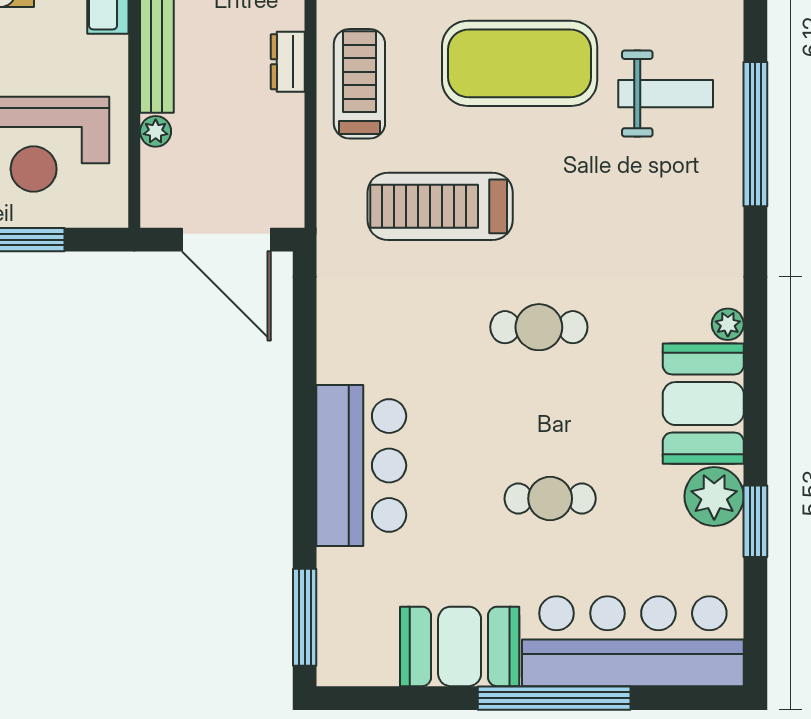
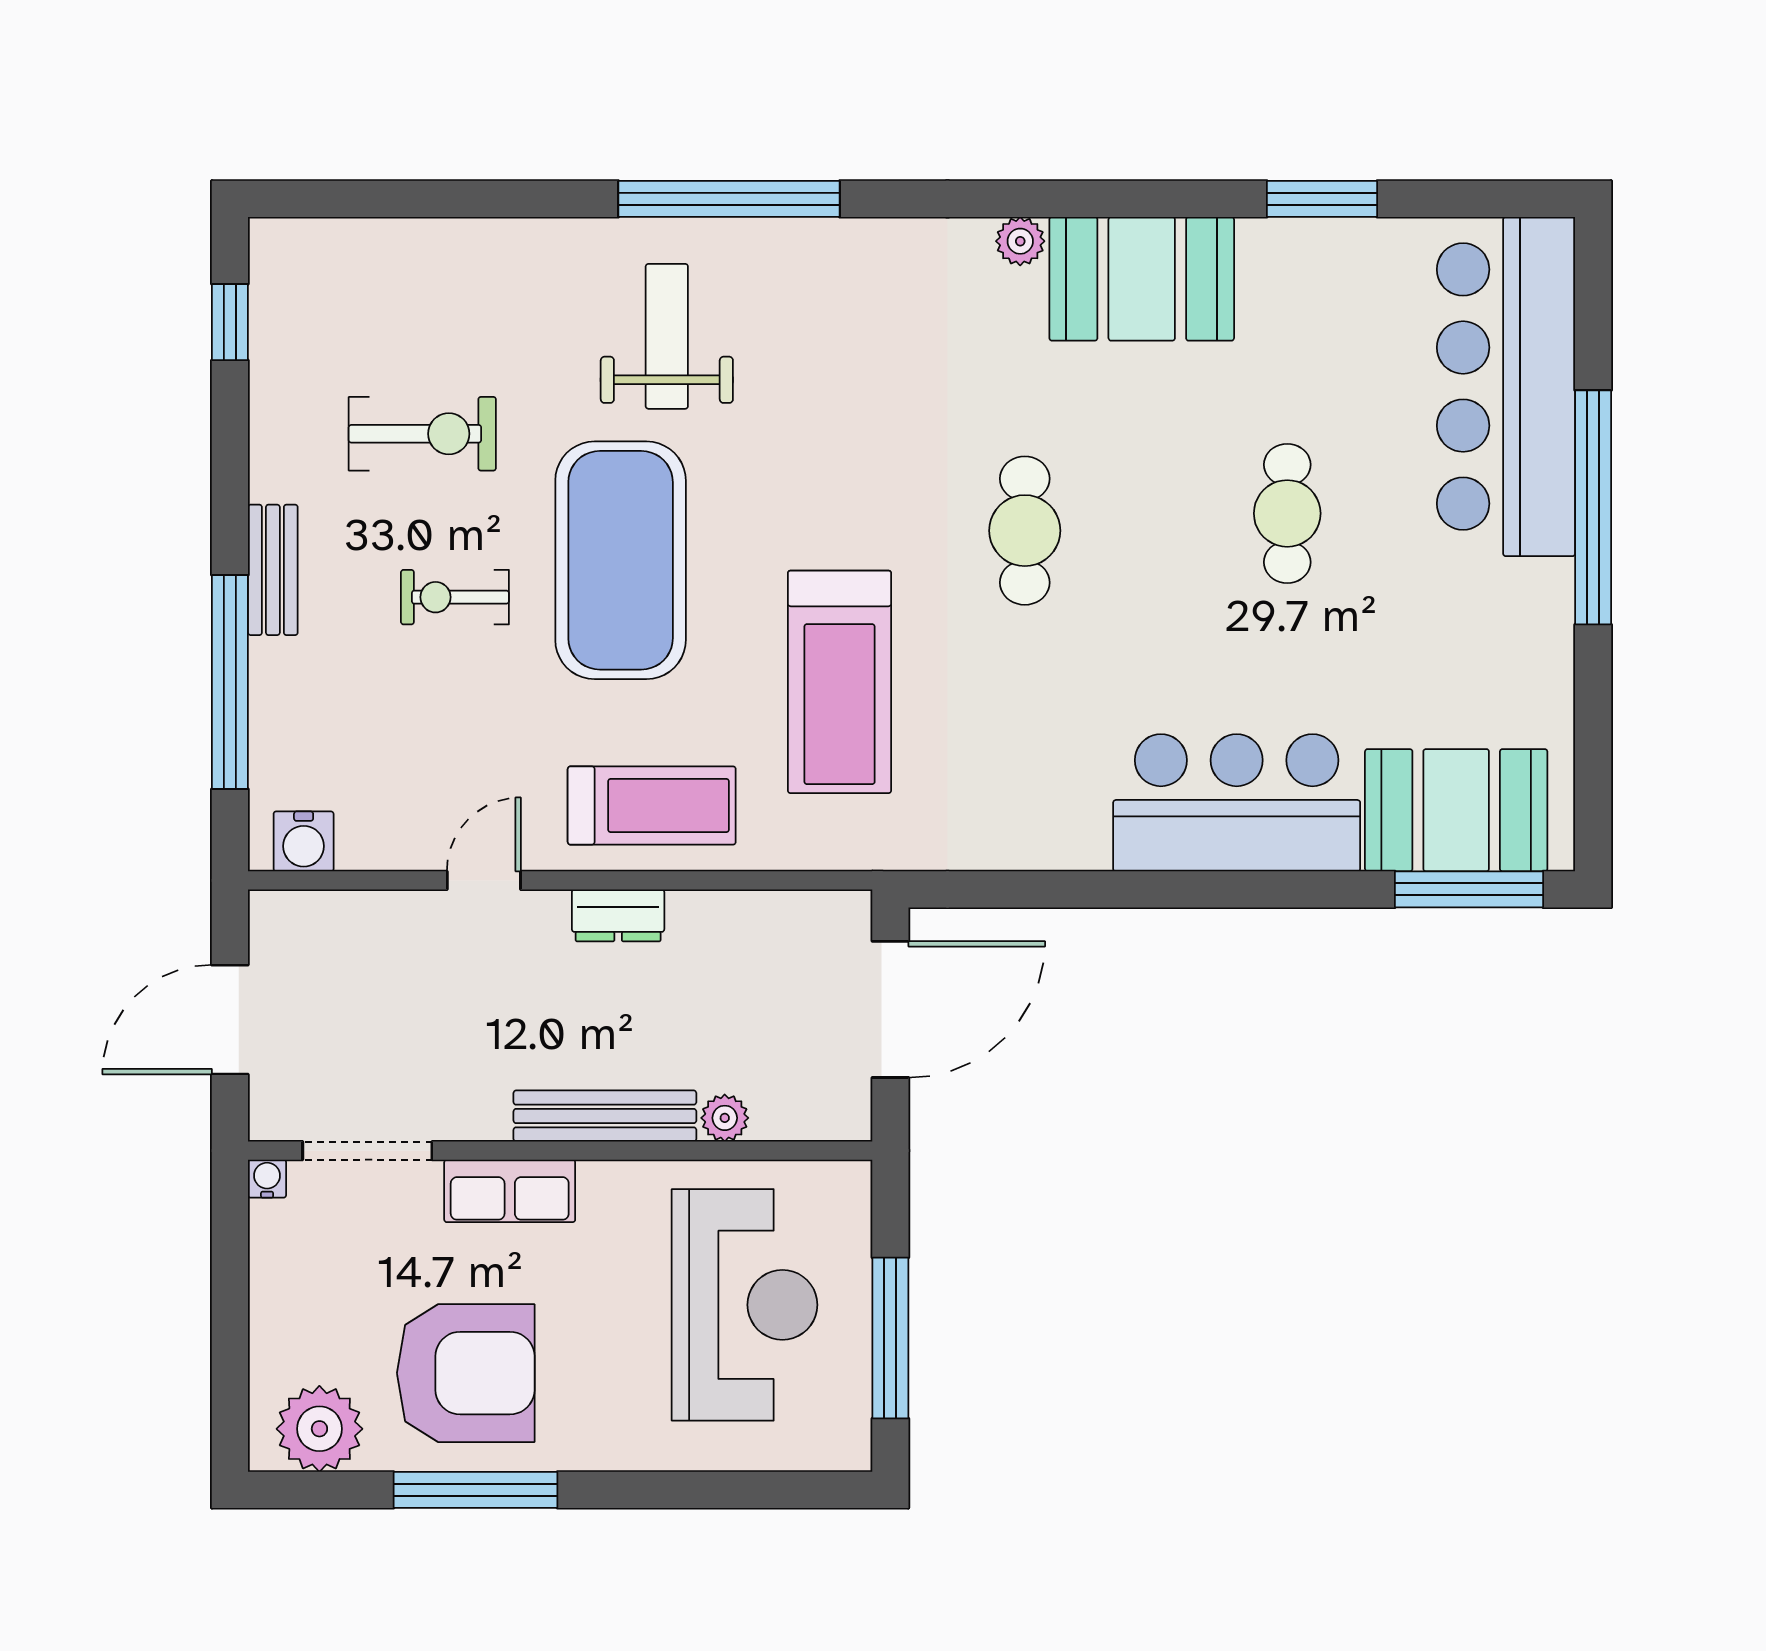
treadmill: (359, 84) -> (652, 806), turned 180
plant: (714, 496) -> (1284, 262), removed
booth: (460, 646) -> (1456, 810), moved, turned 90

